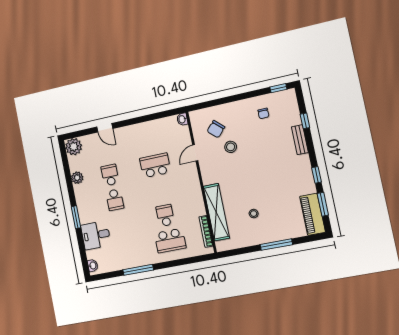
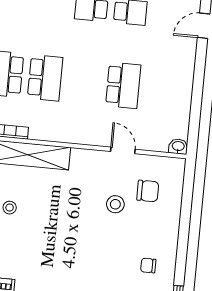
chair: (216, 129) -> (148, 191), turned 137
school desk: (165, 215) -> (45, 78), width x1.85

